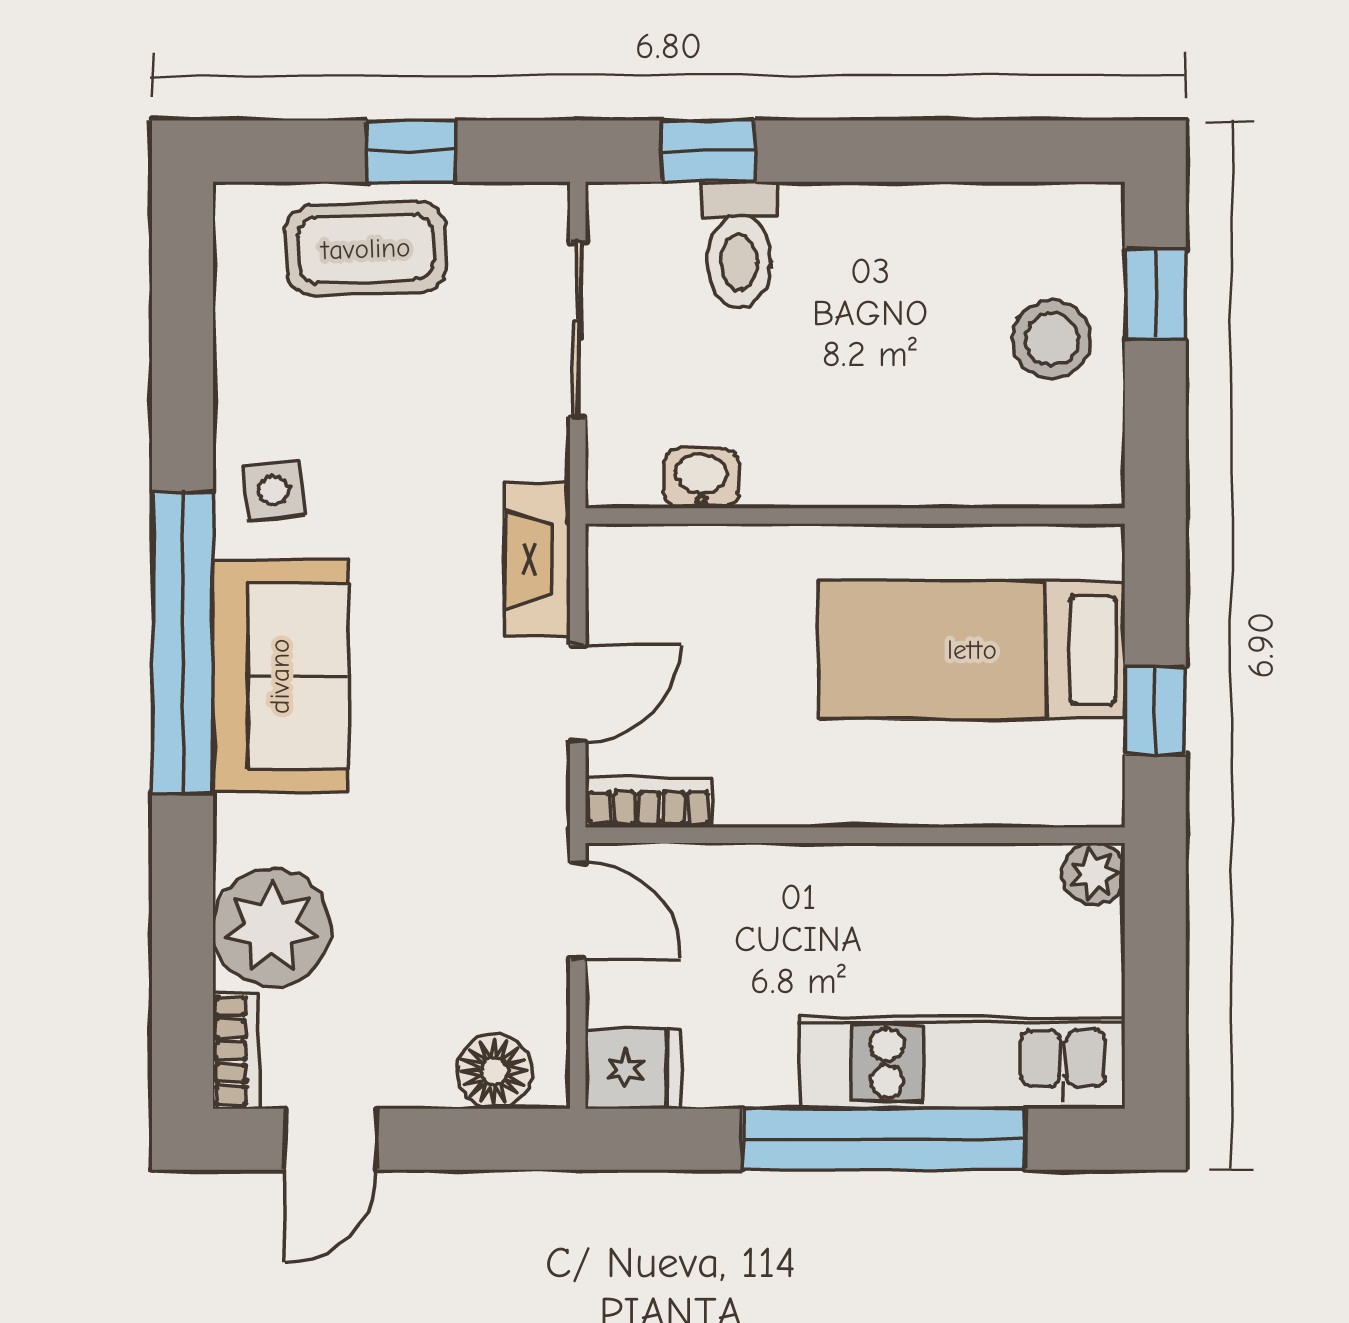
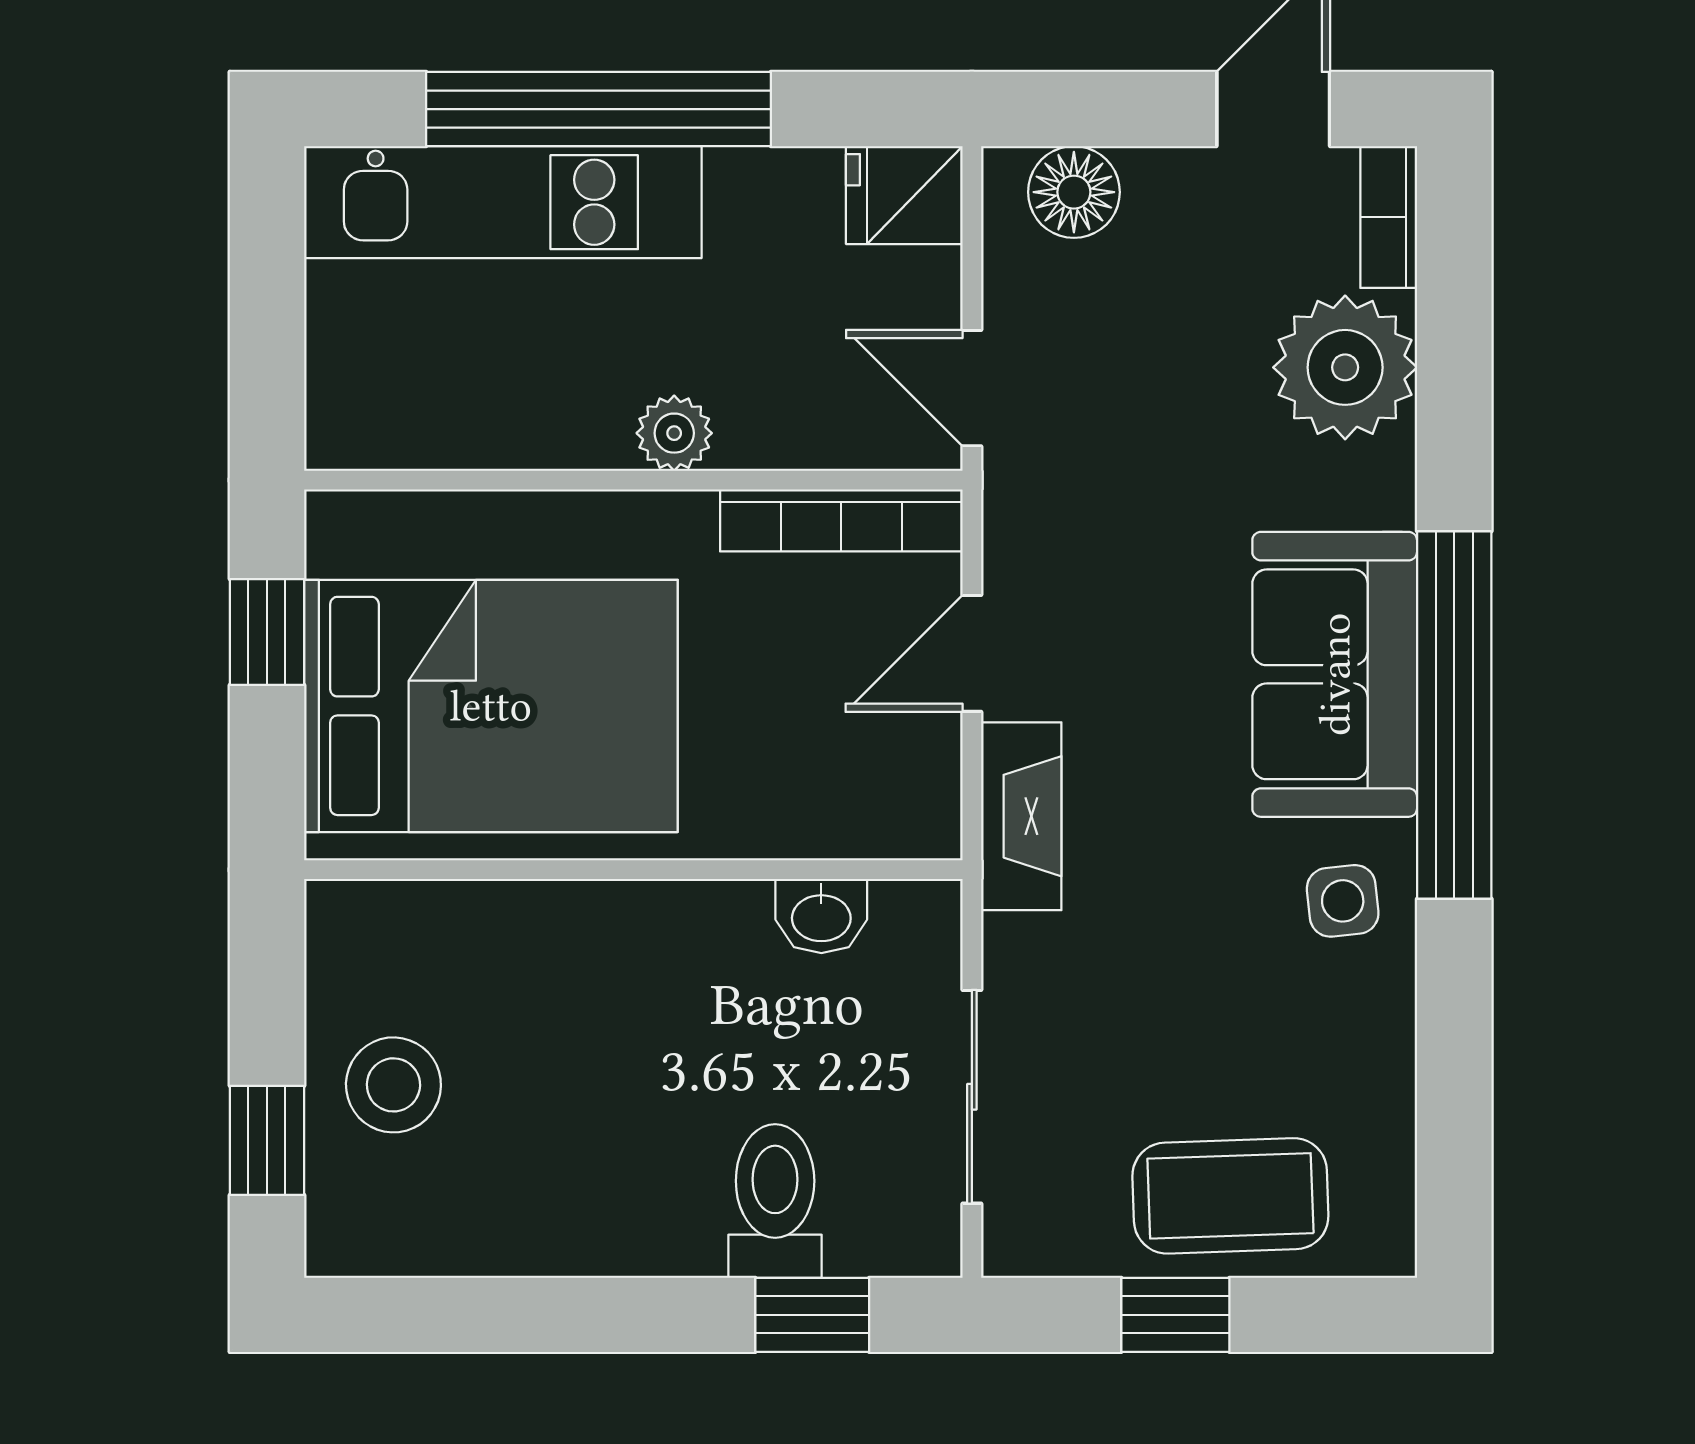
bed: (972, 650) -> (491, 706), width x1.50
bookcase: (649, 802) -> (841, 520), width x1.56
plant: (1094, 874) -> (674, 433), moved

